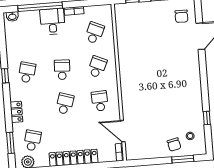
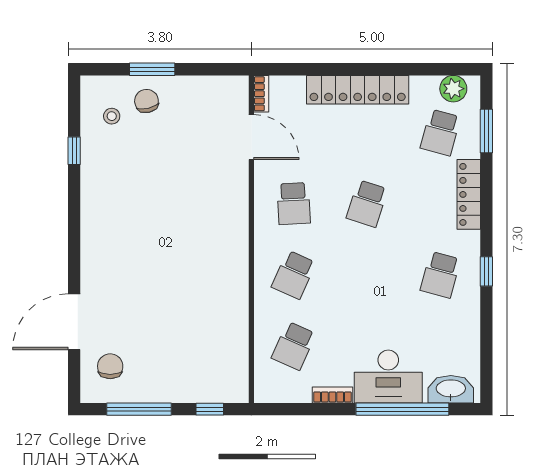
washbasin: (12, 16) -> (451, 389), width x1.91, depth x1.45
desk: (52, 21) -> (388, 376), width x1.37
school desk: (62, 70) -> (367, 275), removed
locker: (16, 112) -> (469, 194), width x1.53
window: (183, 159) -> (152, 69), moved

